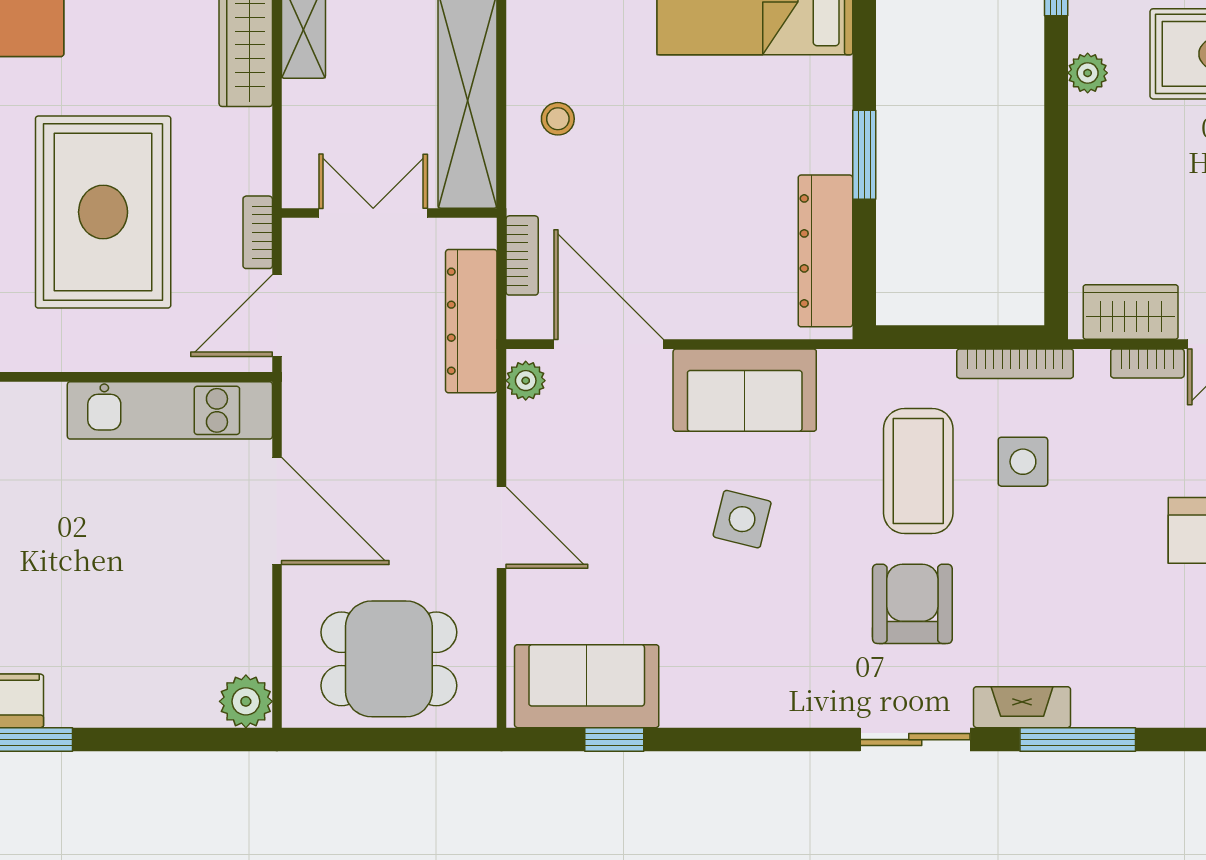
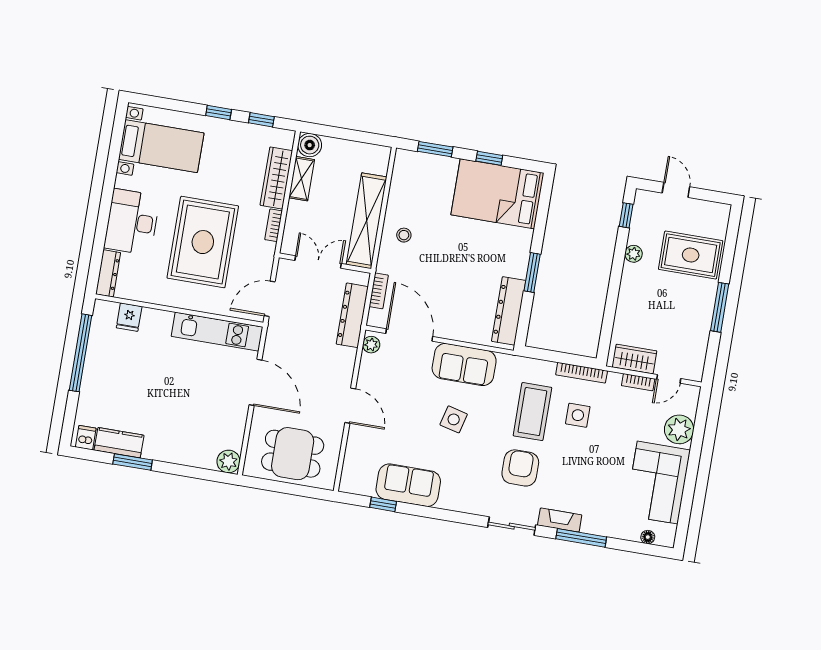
bookcase: (258, 232) -> (274, 225), moved
sofa: (587, 686) -> (408, 485), moved

